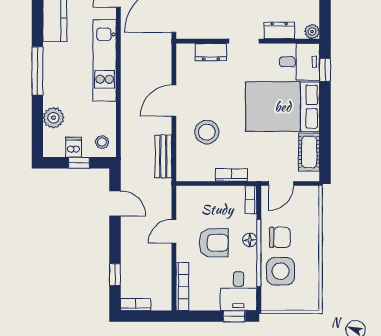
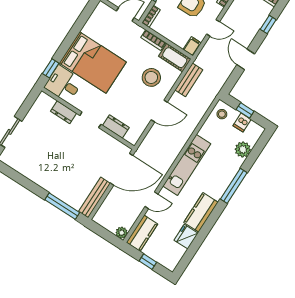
plant: (312, 32) -> (43, 98), removed
cot: (309, 152) -> (175, 58), moved, turned 90
filing cabinet: (184, 196) -> (192, 46), added
door: (115, 203) -> (246, 59), moved

